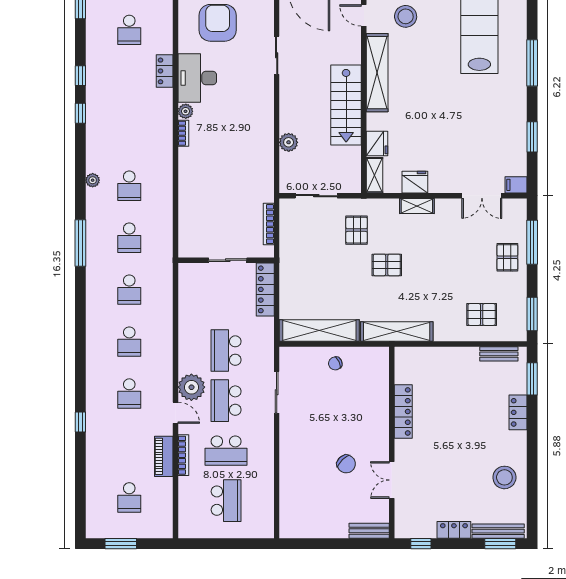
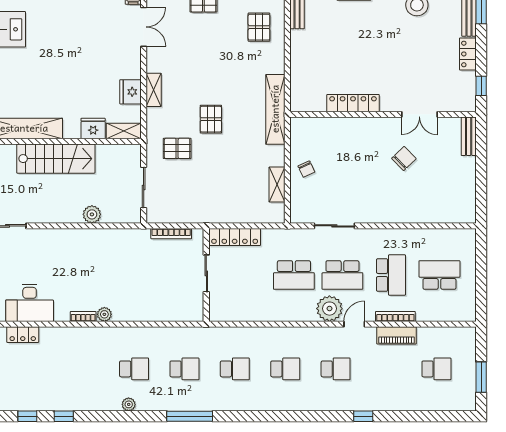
plant: (186, 111) -> (104, 314), moved
shelving: (319, 330) -> (277, 185), width x0.45, depth x0.75

